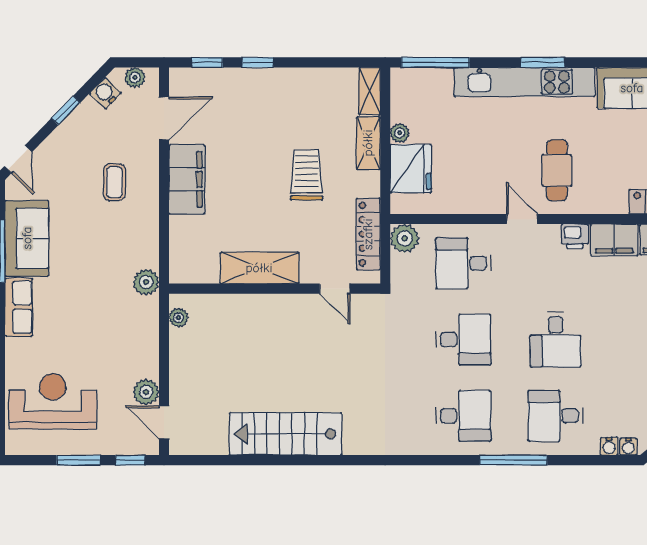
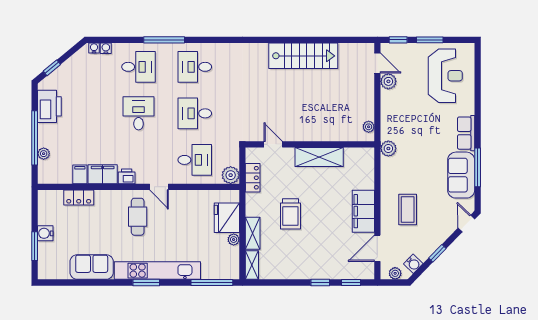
coffee table: (114, 182) -> (408, 209), width x1.36, depth x1.30
locker: (368, 234) -> (253, 178), width x0.66
reception desk: (53, 401) -> (445, 76), turned -90

